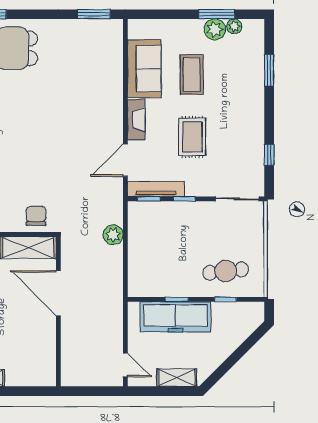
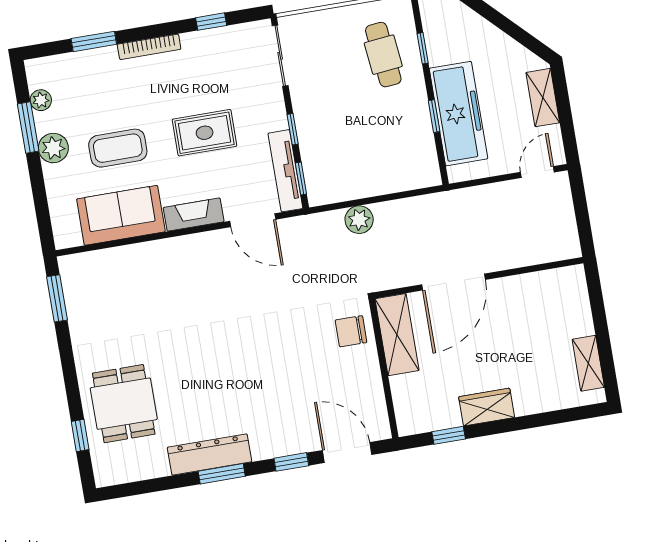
plant: (215, 29) -> (53, 148), moved
bookcase: (259, 108) -> (149, 47), added

